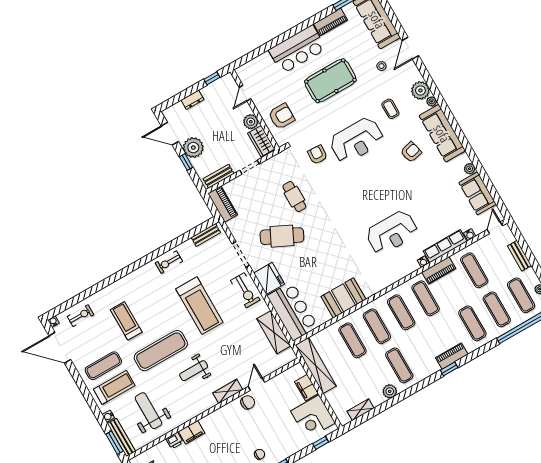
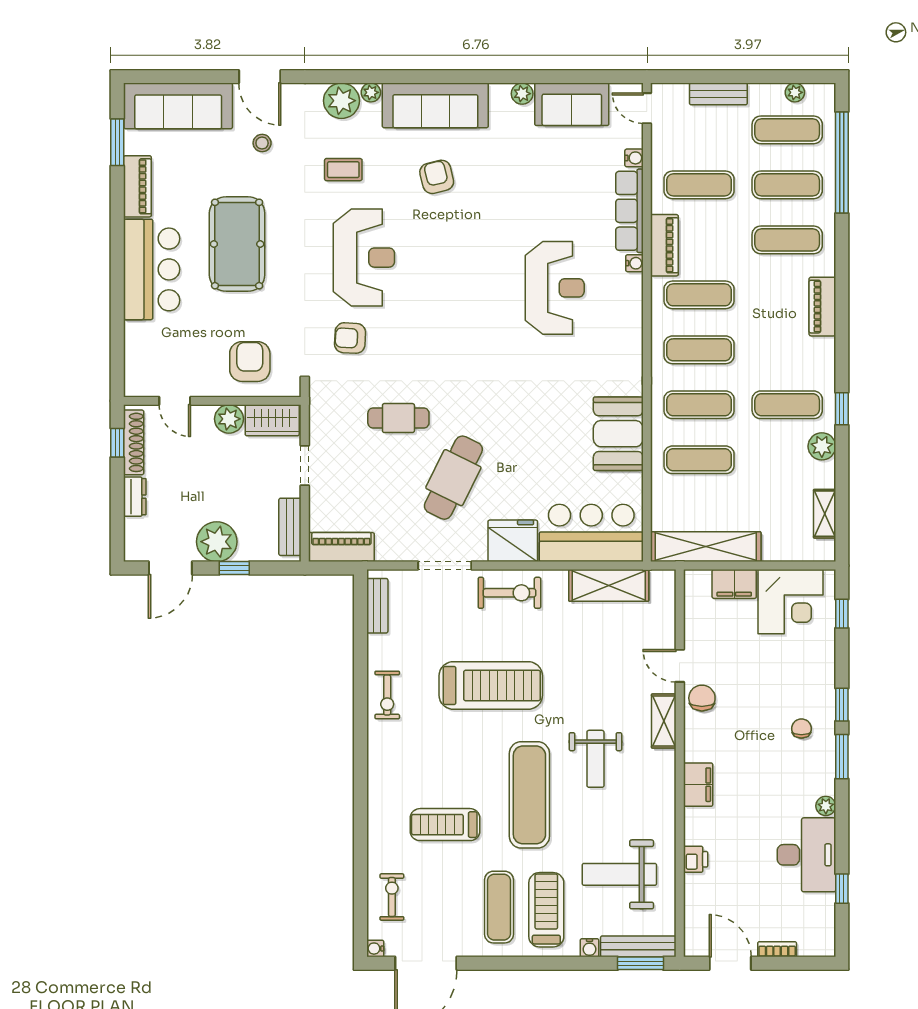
shoe rack: (216, 85) -> (134, 442), added
window: (449, 369) -> (842, 409), moved
filing cabinet: (192, 432) -> (698, 785), moved

